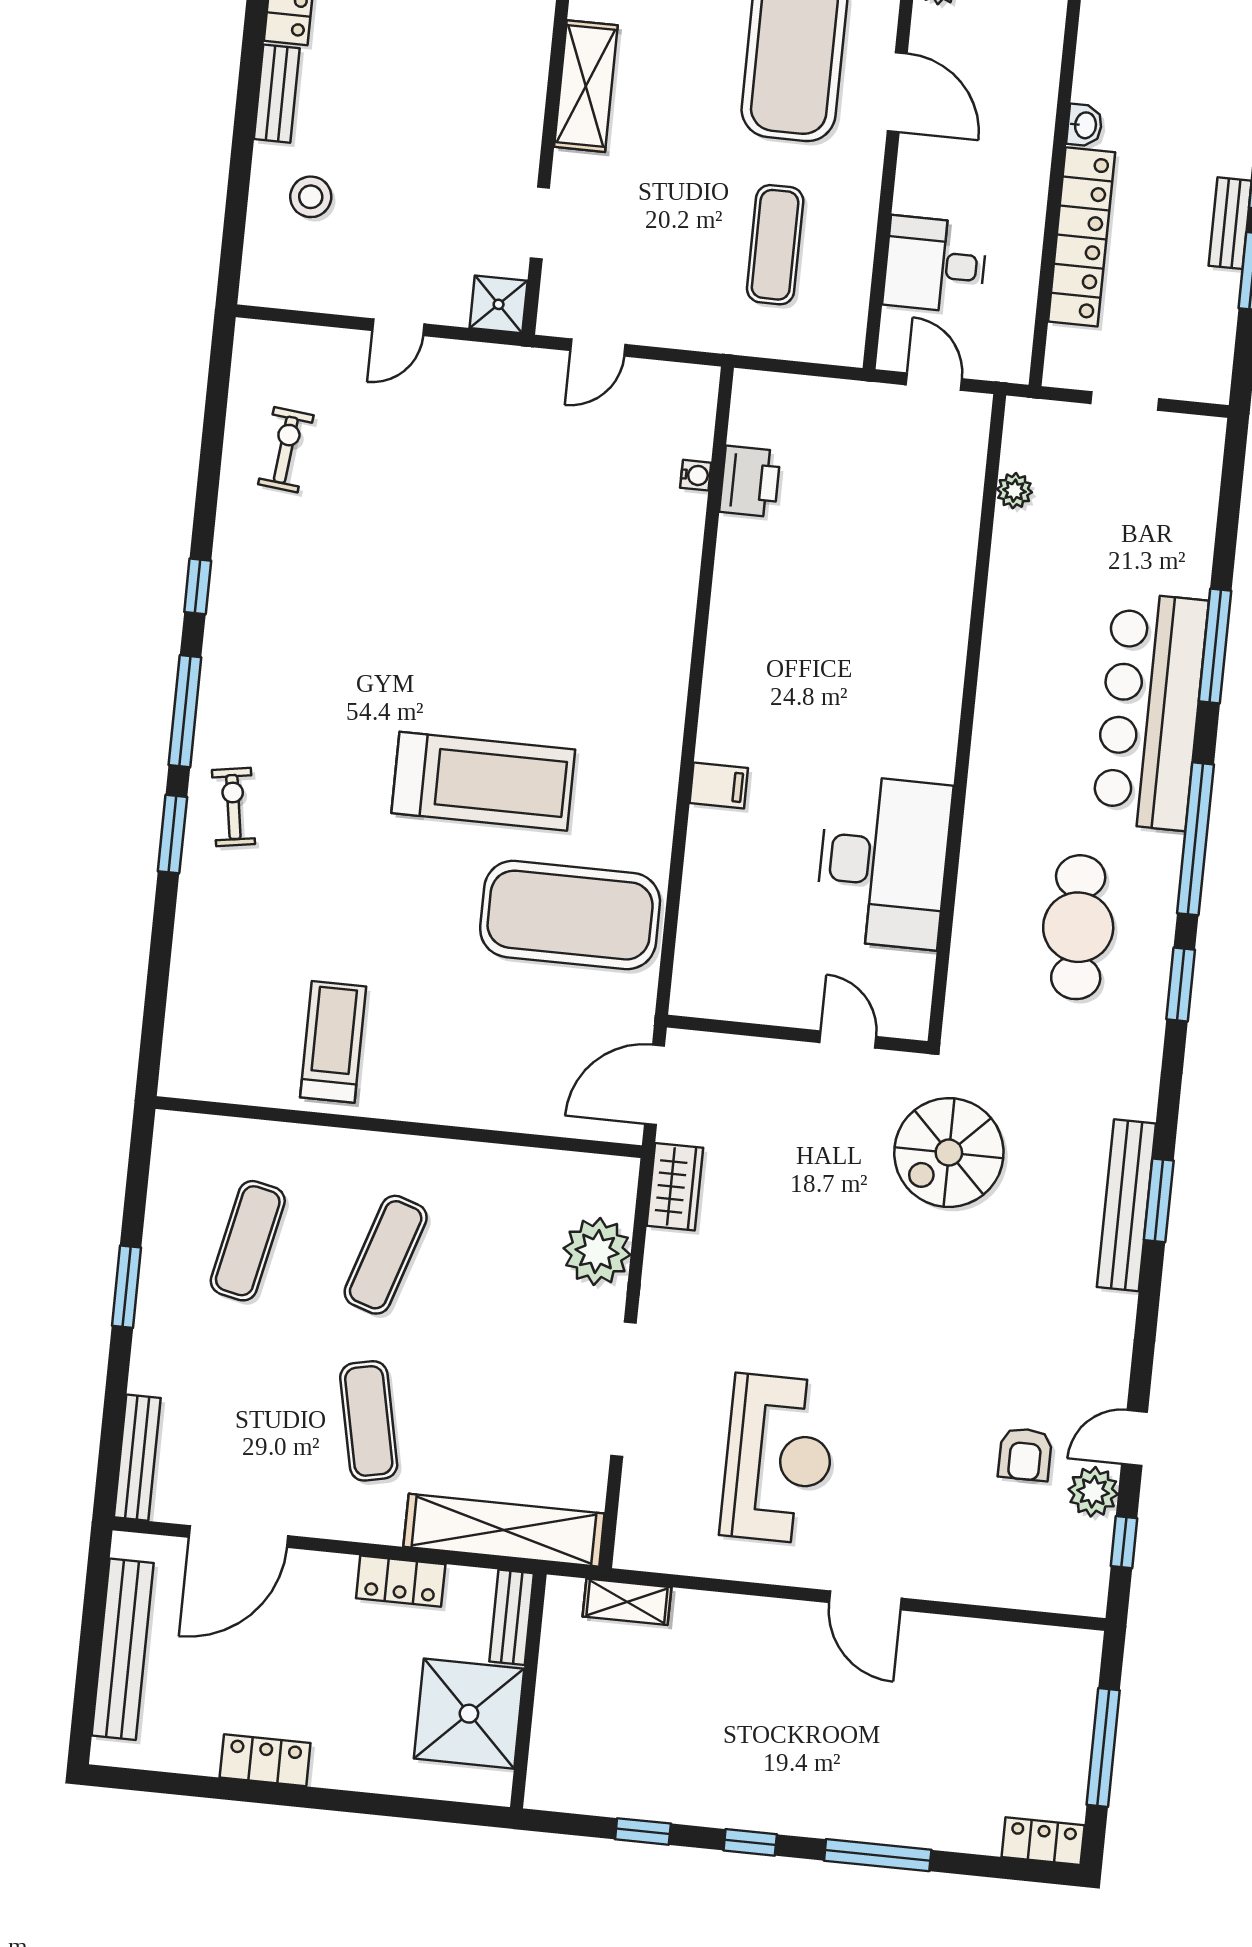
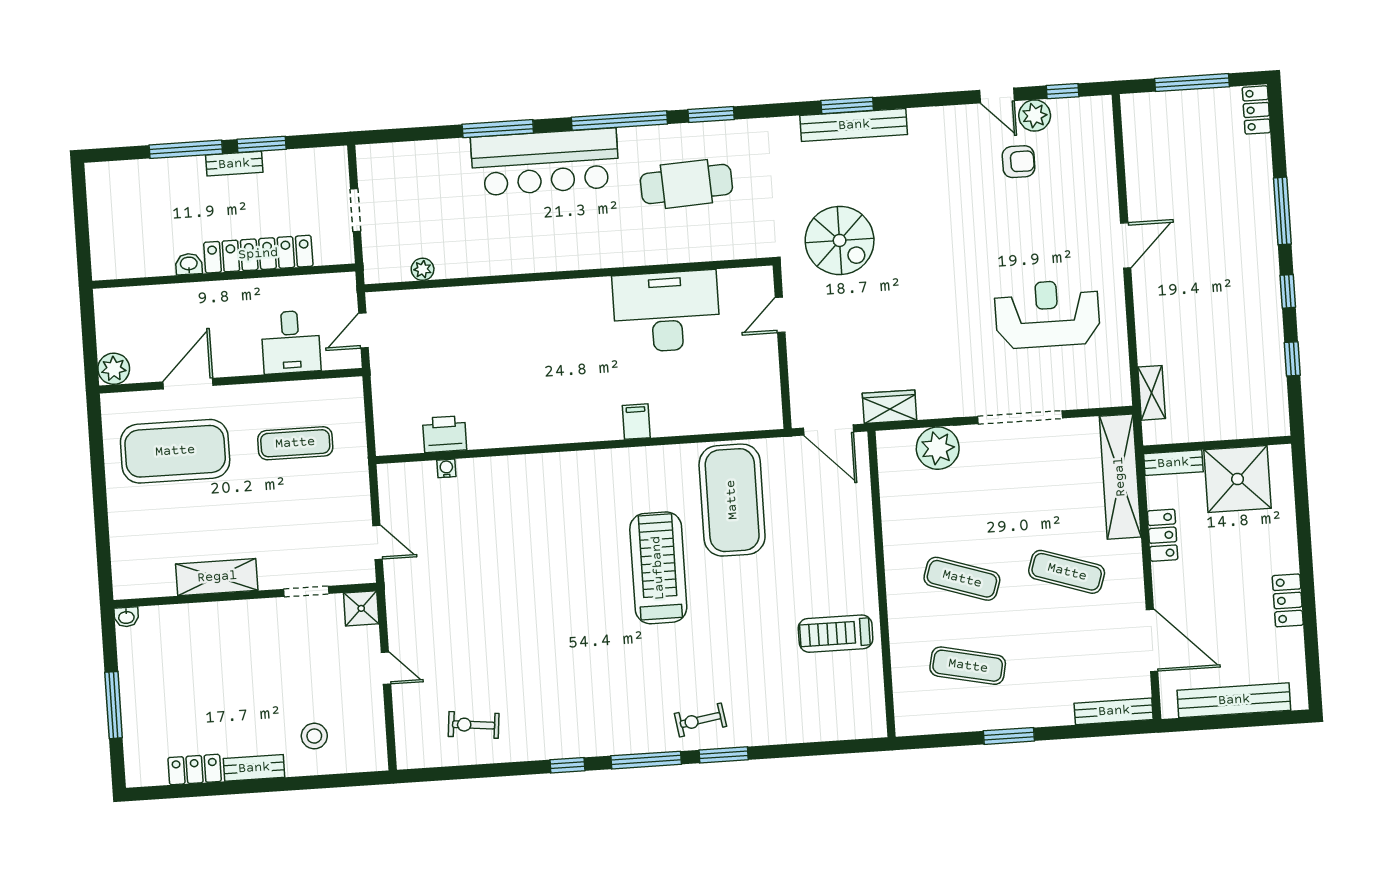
exercise mat: (369, 1421) -> (1067, 572), turned 30

